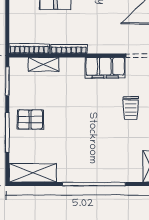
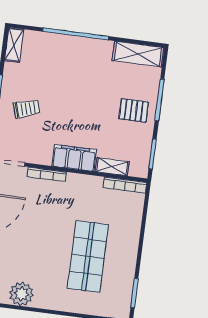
bookcase: (69, 49) -> (47, 174), moved
filing cabinet: (105, 68) -> (74, 158), moved
trolley: (131, 108) -> (27, 109), turned 73

